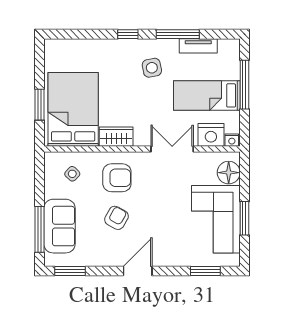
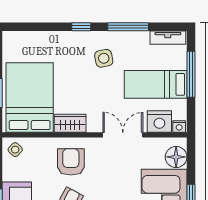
tv unit: (198, 46) -> (168, 38), moved
side table: (72, 174) -> (15, 150), moved
armchair: (117, 178) -> (71, 162), turned -90

